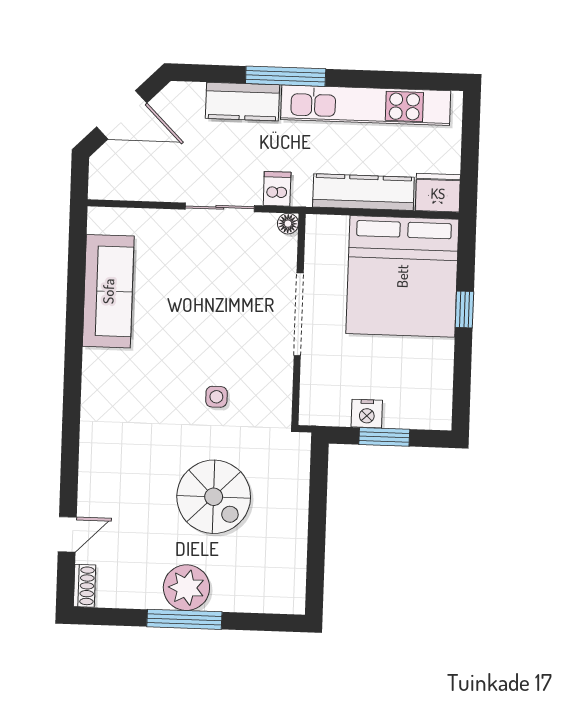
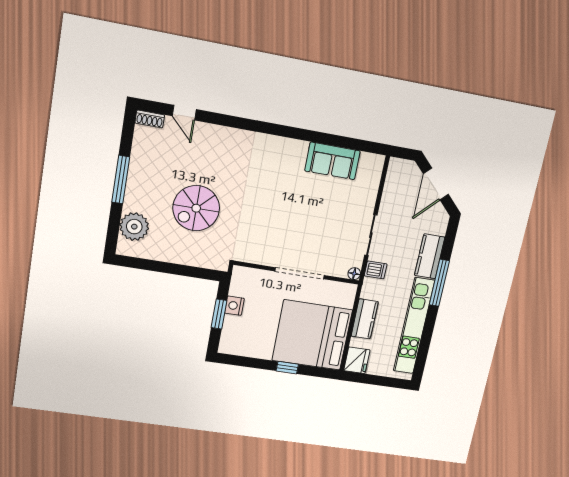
kitchen counter: (363, 192) -> (365, 319), width x0.67
sofa: (108, 291) -> (332, 161), width x0.73
side table: (216, 397) -> (258, 218), removed
plant: (186, 588) -> (134, 227), moved

